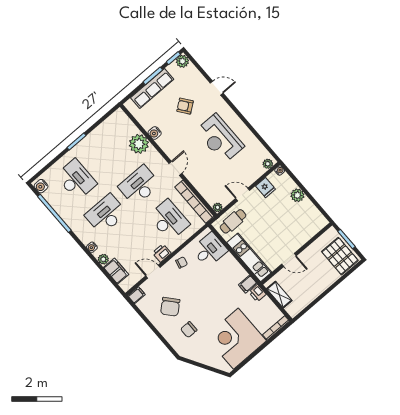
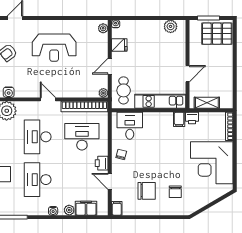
plant: (297, 195) -> (171, 26), moved
door: (153, 272) -> (110, 181), hinge flipped
chair: (170, 307) -> (147, 191), turned -49

